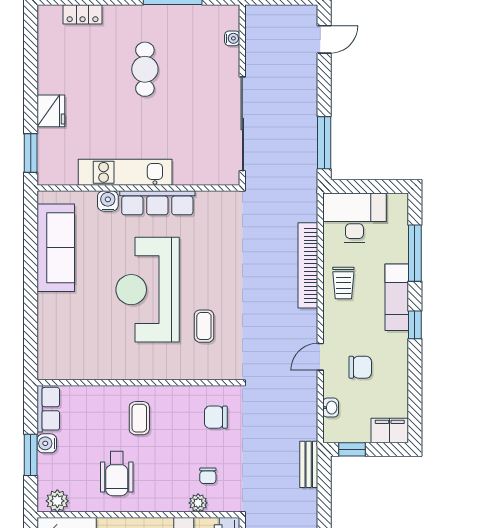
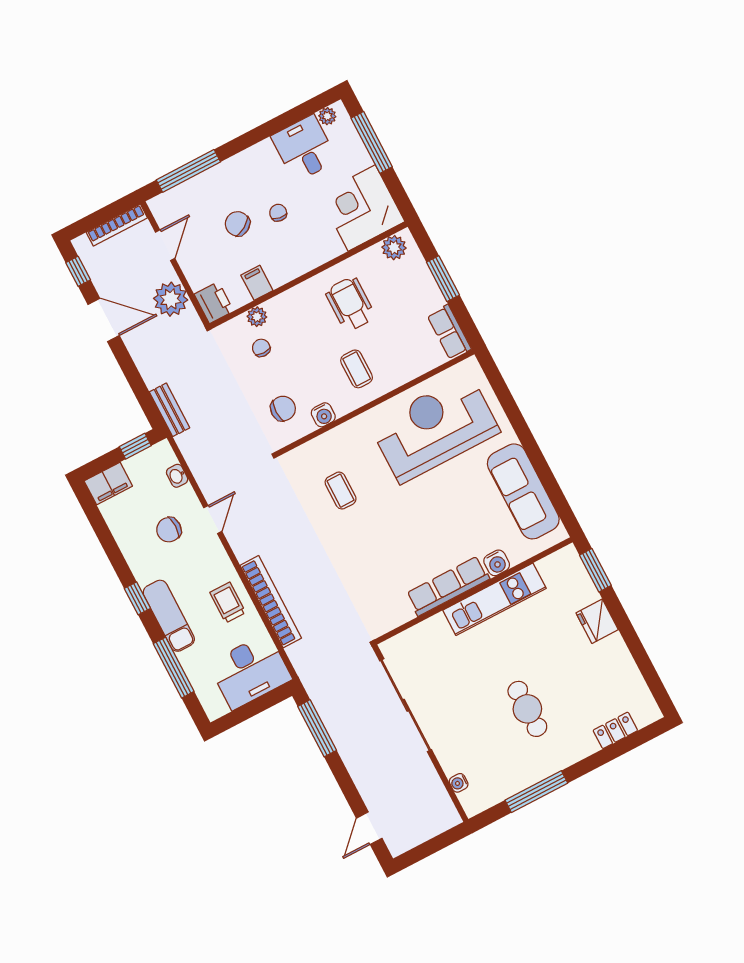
reception desk: (148, 290) -> (435, 428), moved, turned -90
water cooler: (47, 443) -> (323, 415), moved, turned 90

